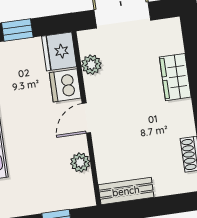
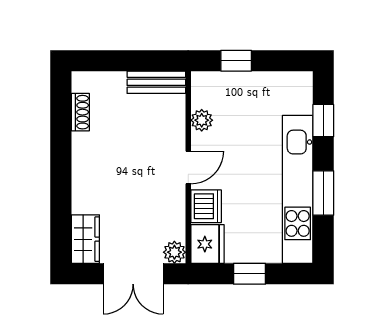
plant: (91, 65) -> (174, 252), moved
wardrobe: (175, 77) -> (85, 239), moved

